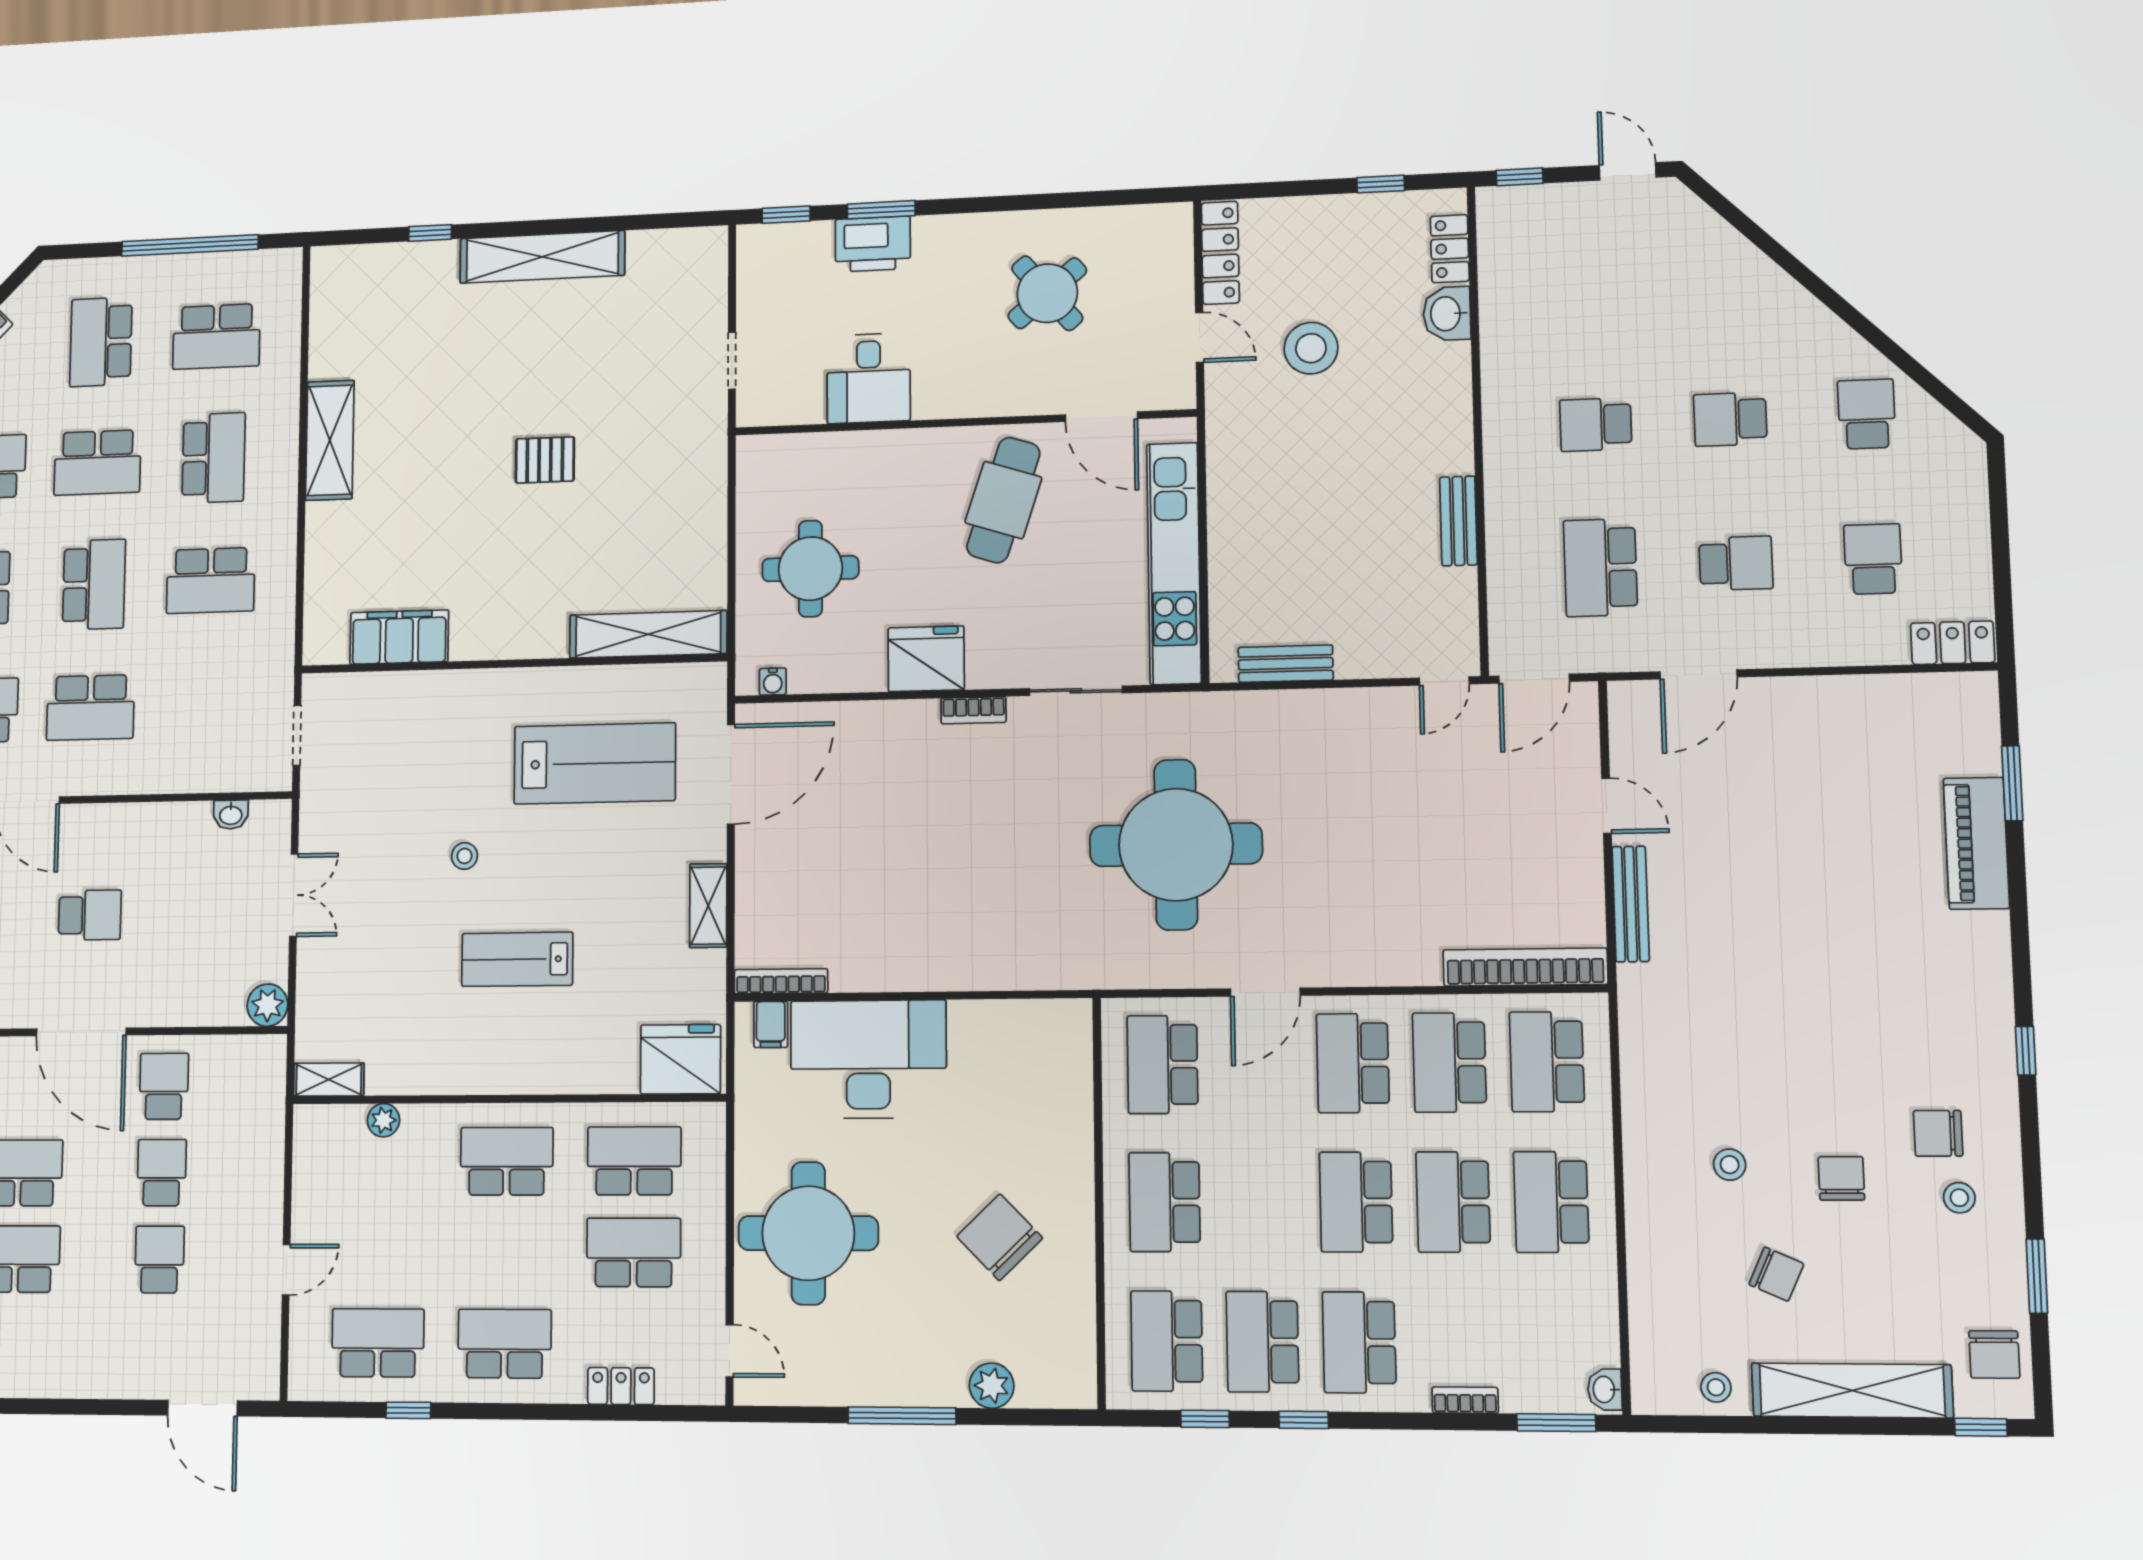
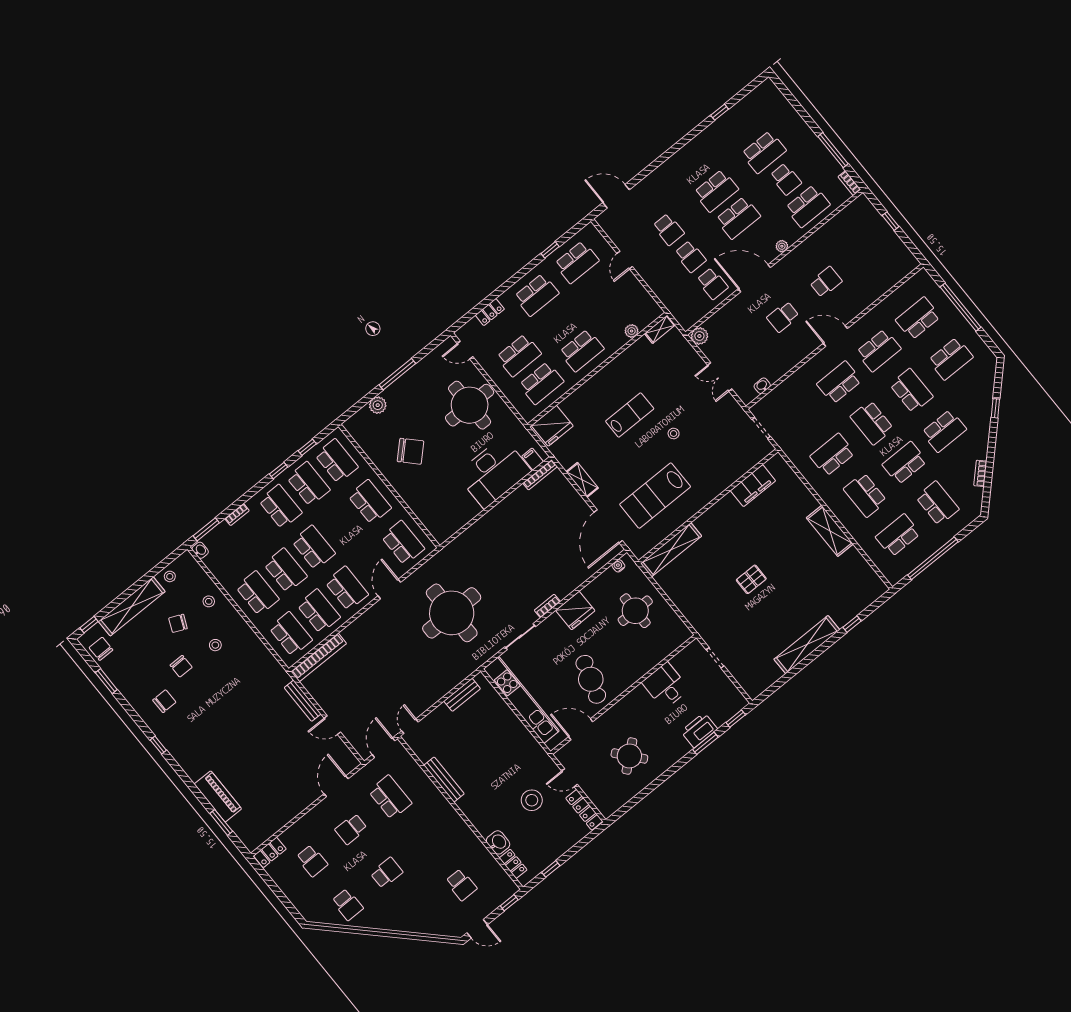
school desk: (1596, 425) -> (461, 885), moved, turned 90
bench: (1458, 521) -> (444, 780), width x1.36
stool: (1959, 1198) -> (209, 601), moved

